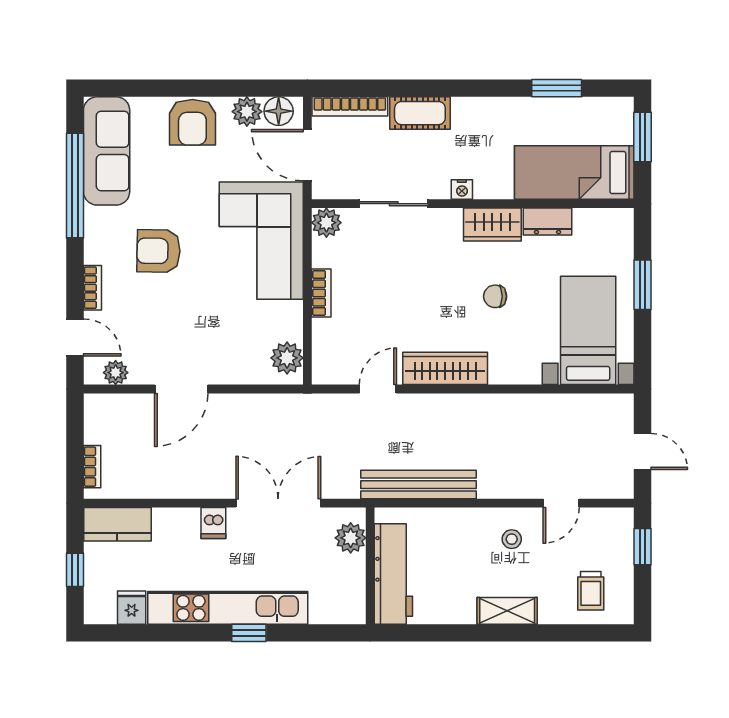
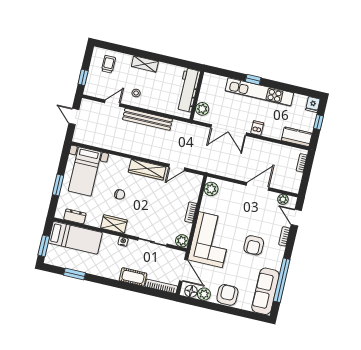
dresser: (548, 221) -> (75, 216), moved
armchair: (158, 251) -> (254, 245), turned 89
bench: (418, 485) -> (147, 119), moved
fridge: (132, 608) -> (313, 104), moved

